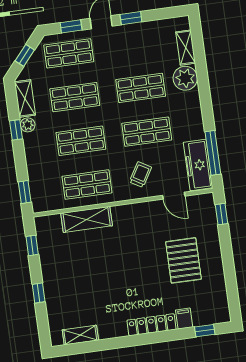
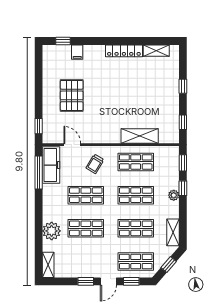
shelving: (186, 48) -> (48, 265), moved
plant: (28, 125) -> (174, 195), moved
window: (16, 130) -> (183, 188), moved
locker: (151, 325) -> (124, 51), moved

